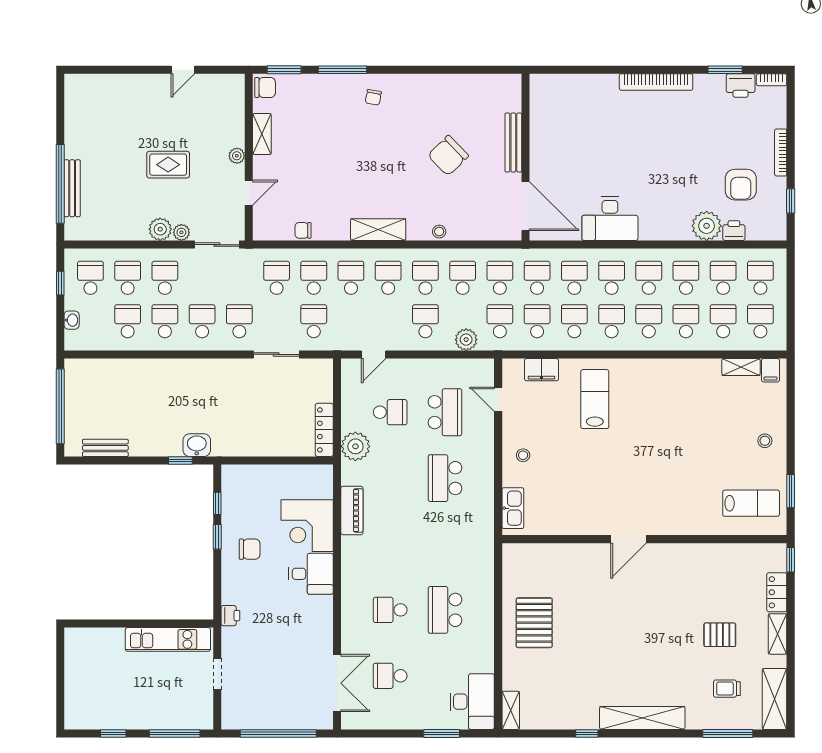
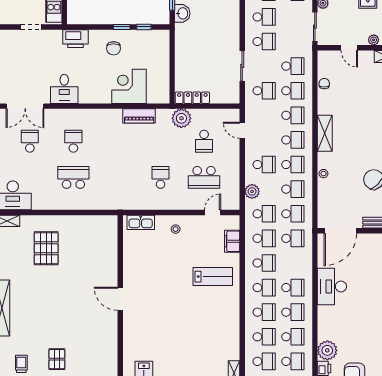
school desk: (574, 278) -> (293, 263), removed
school desk: (445, 478) -> (160, 177), width x0.54
desk: (311, 574) -> (64, 89), moved
printer: (230, 616) -> (75, 39), width x1.87, depth x1.48
pallet: (534, 623) -> (46, 248), moved, turned 90

